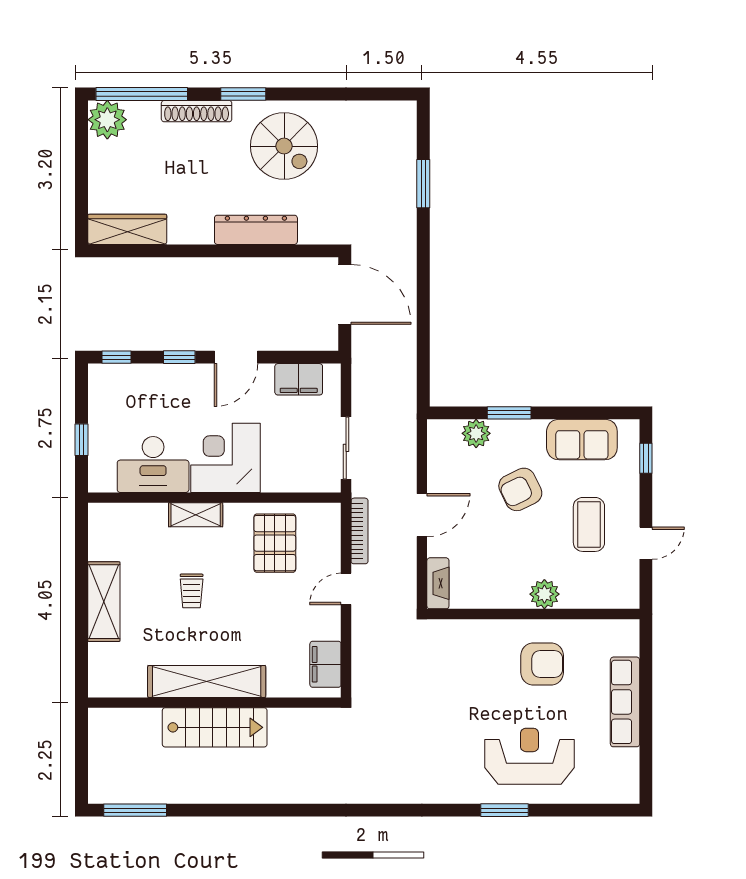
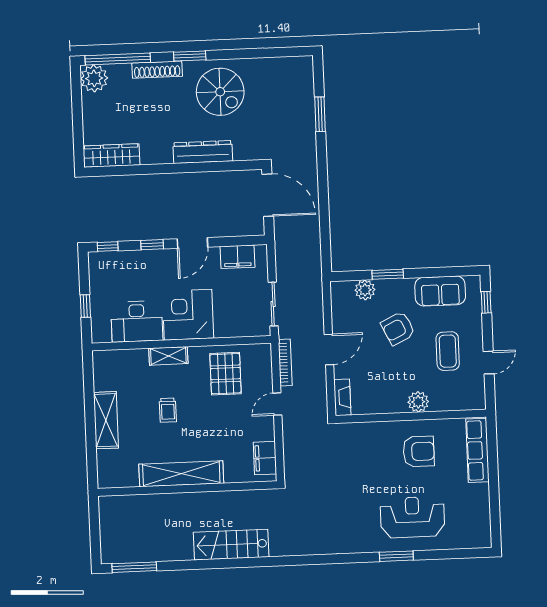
row of seats: (625, 702) -> (477, 450), moved
stairs: (215, 727) -> (231, 545), moved, turned 180

